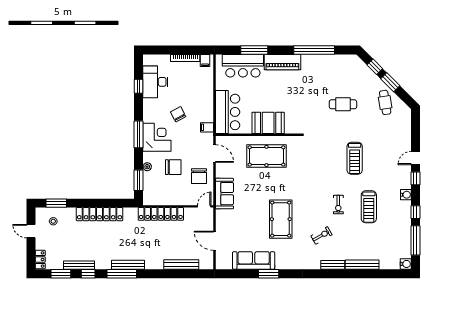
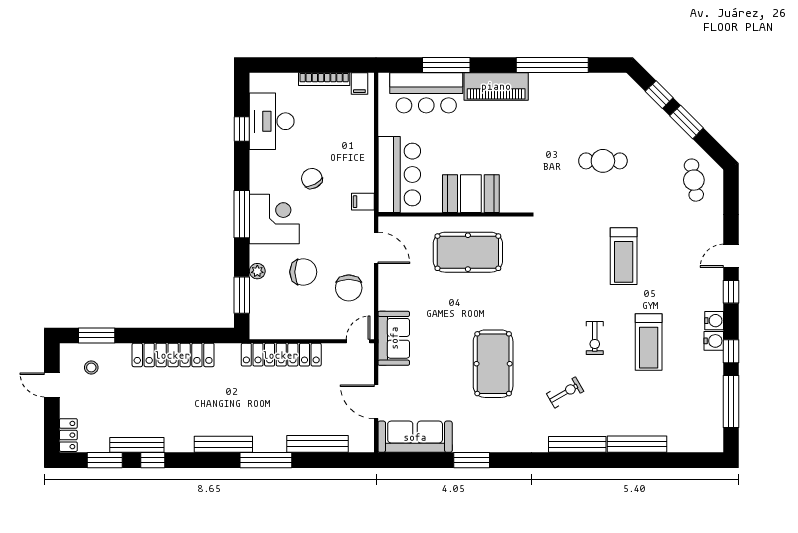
cafe table: (385, 102) -> (694, 180), moved
sofa: (224, 194) -> (394, 338), moved
sofa: (254, 260) -> (415, 437), moved
water cooler: (406, 264) -> (714, 341), moved
bench: (333, 265) -> (577, 444), width x1.36
window: (122, 274) -> (266, 460), moved

